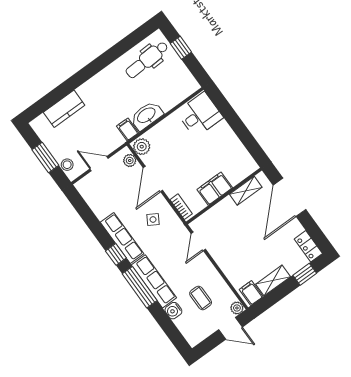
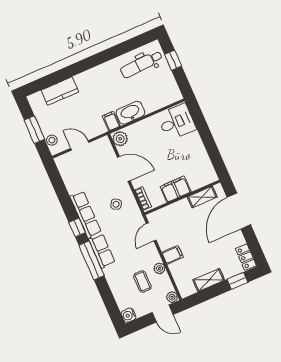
plant: (130, 160) -> (159, 268), moved
door: (153, 179) -> (124, 169), swing flipped
row of seats: (154, 281) -> (102, 251), width x0.68
filing cabinet: (251, 293) -> (173, 255), moved, turned 90
water cooler: (173, 311) -> (129, 315), moved

